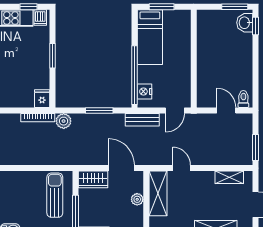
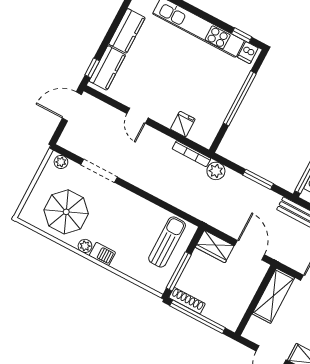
window: (53, 56) -> (240, 98), width x2.11
fridge: (42, 99) -> (183, 124), moved
plant: (137, 199) -> (249, 291), removed

